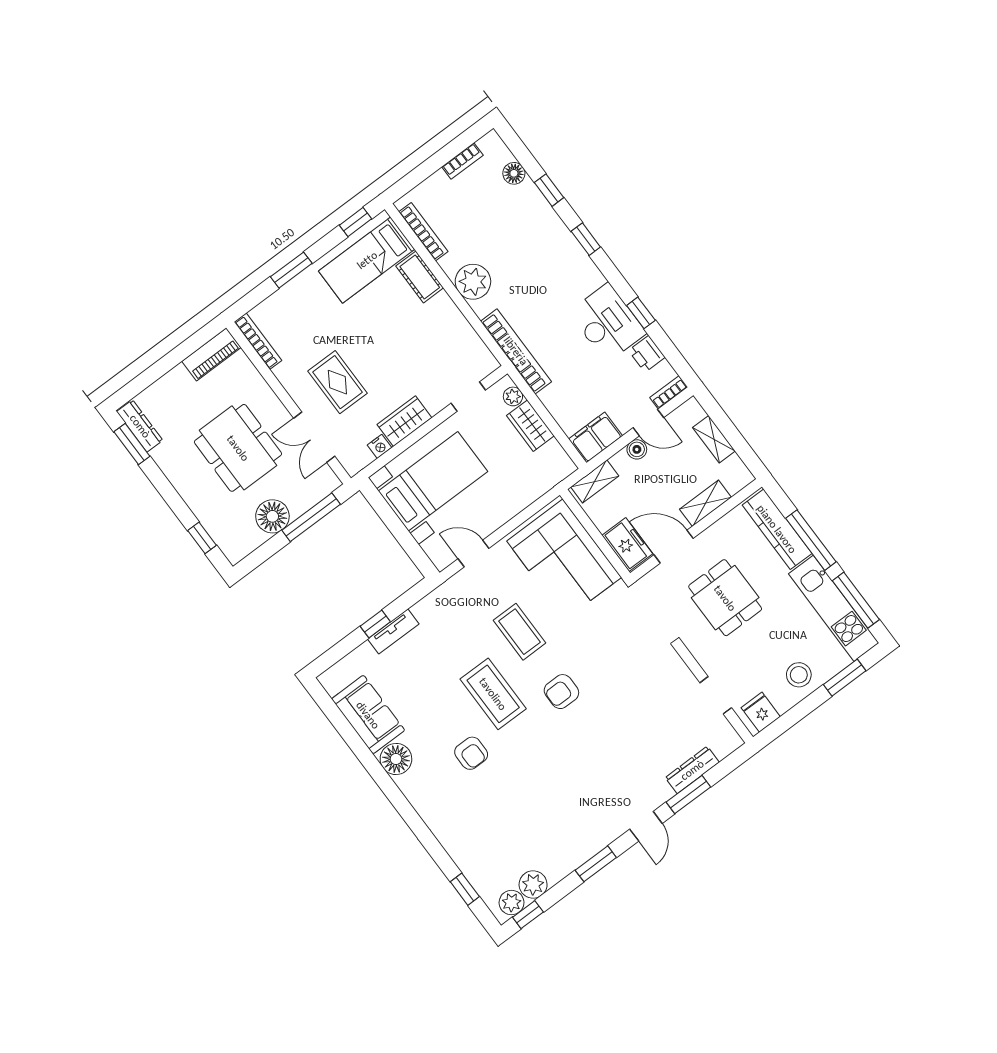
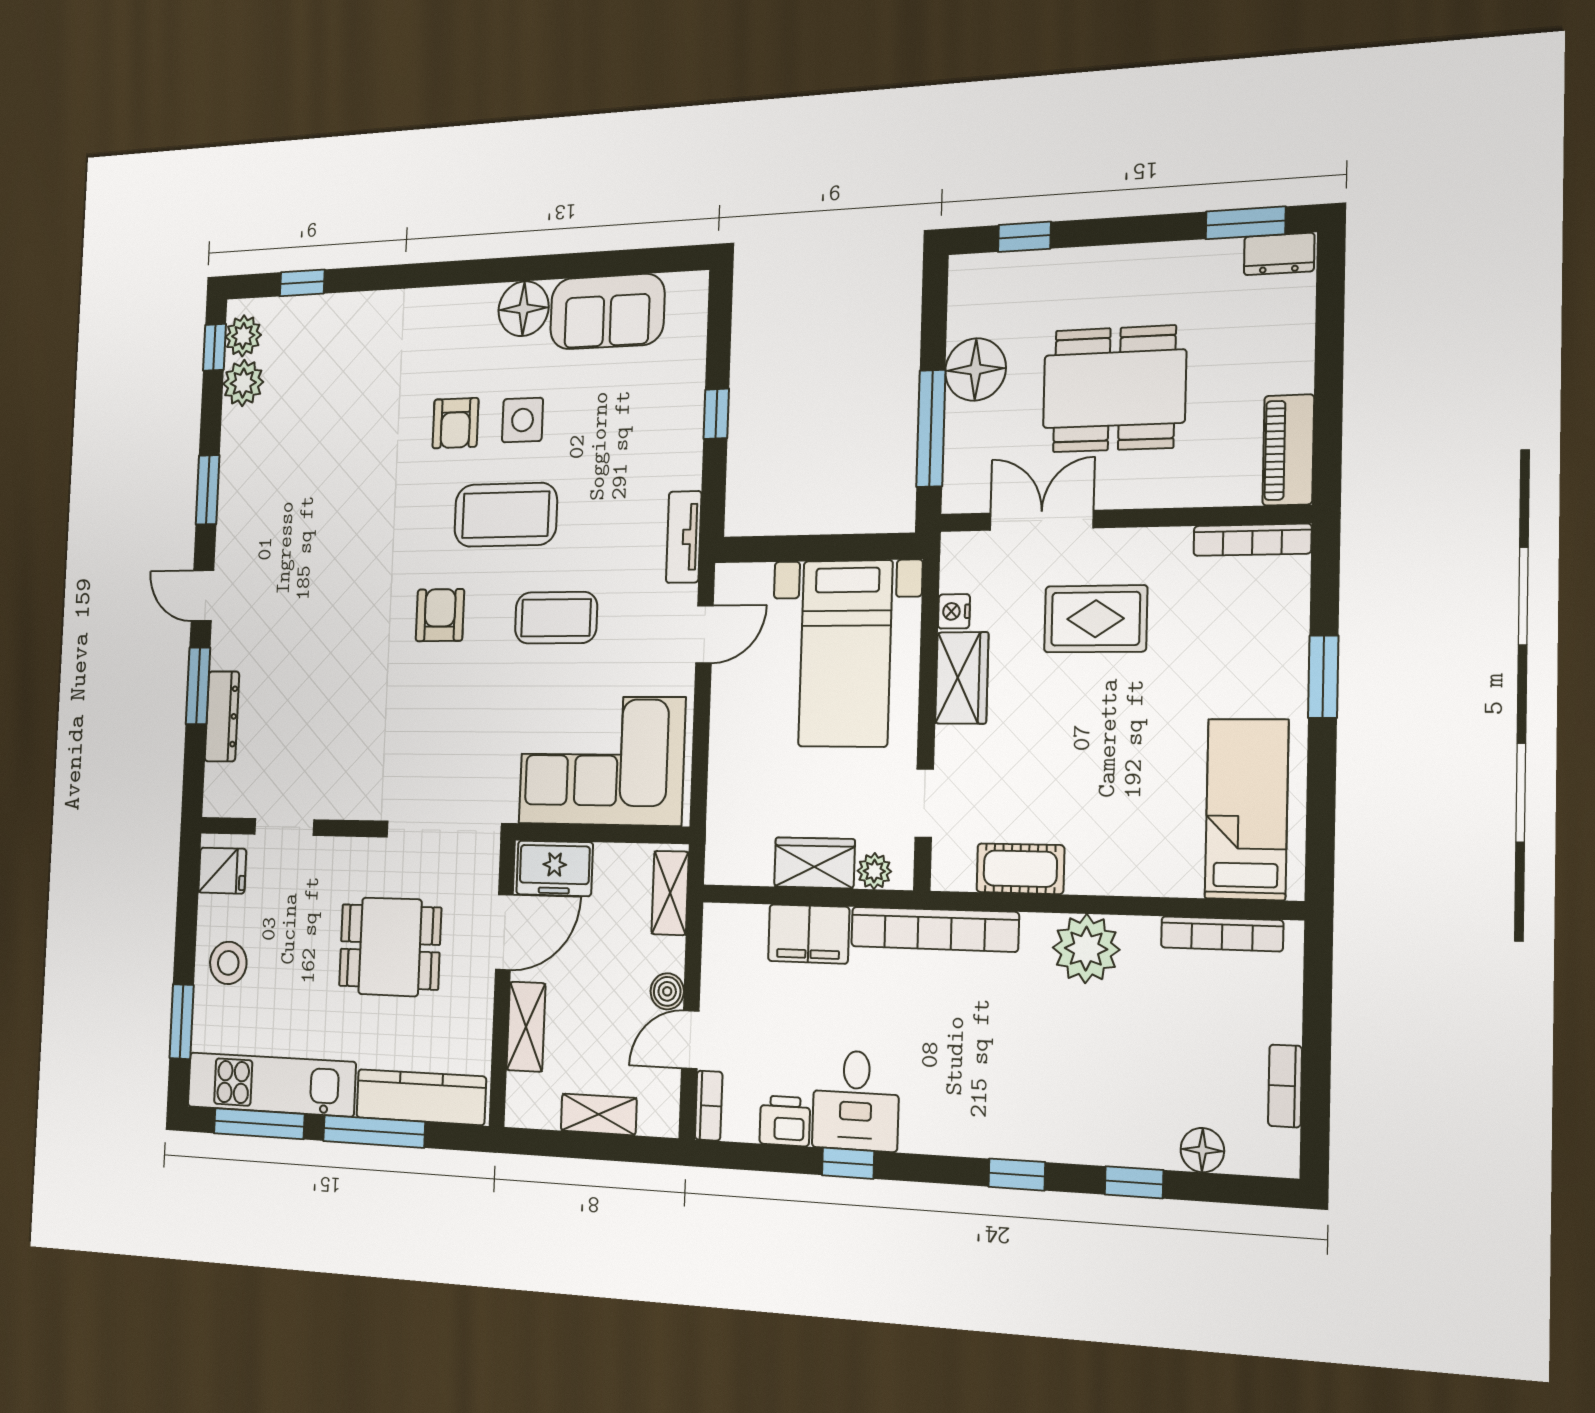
window: (356, 222) -> (1320, 839), removed
cot: (420, 277) -> (1020, 869), moved
desk: (607, 323) -> (856, 1100), width x0.73
dresser: (140, 426) -> (1279, 254), width x0.70
filing cabinet: (596, 437) -> (809, 934), moved, turned 90
tv unit: (393, 631) -> (684, 537), moved
side table: (445, 719) -> (523, 420), added
armchair: (471, 753) -> (455, 423), turned -90

